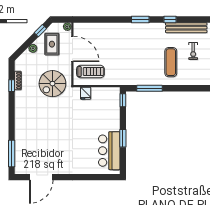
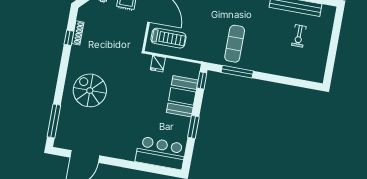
exercise mat: (171, 62) -> (235, 44), moved
spiral stairs: (52, 84) -> (90, 90), moved, turned 90
booth: (110, 116) -> (182, 96), added
bar counter: (109, 151) -> (161, 153), moved, turned 90

